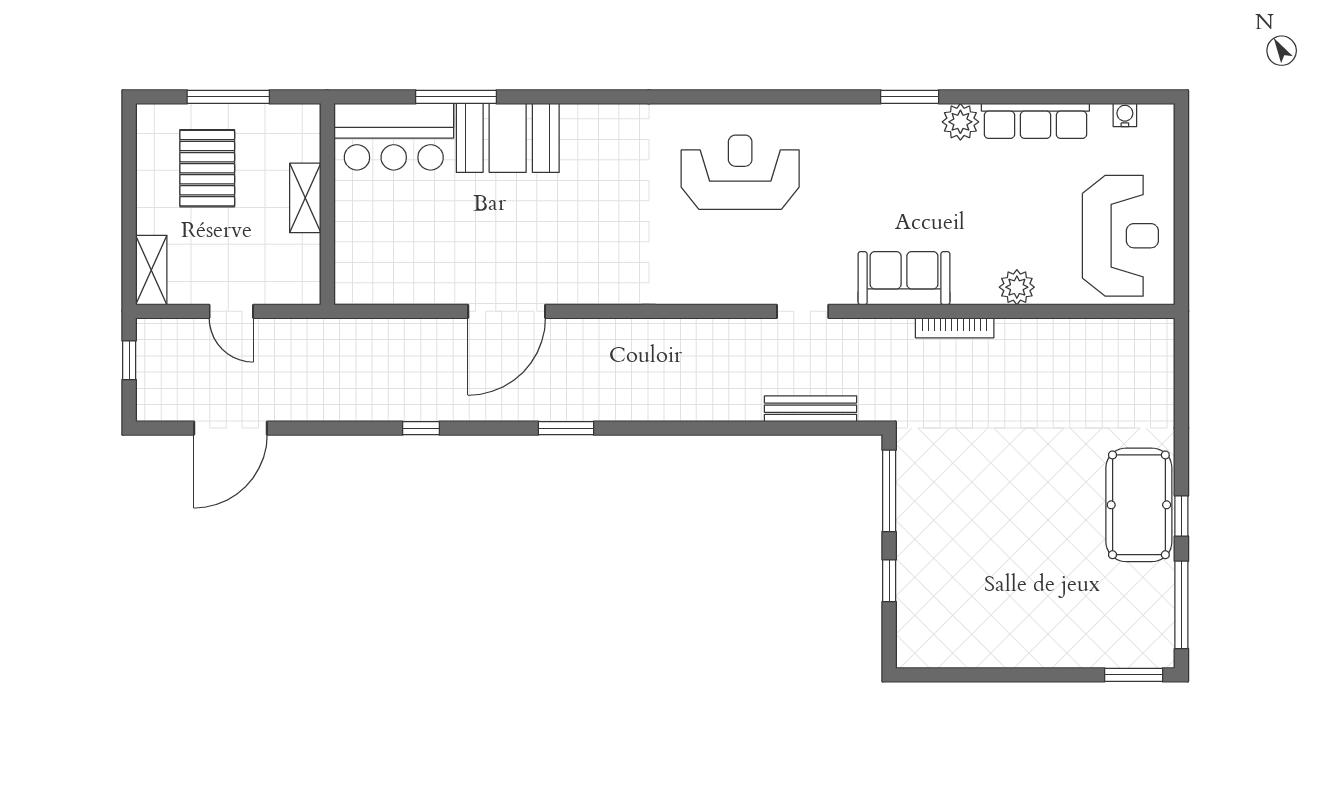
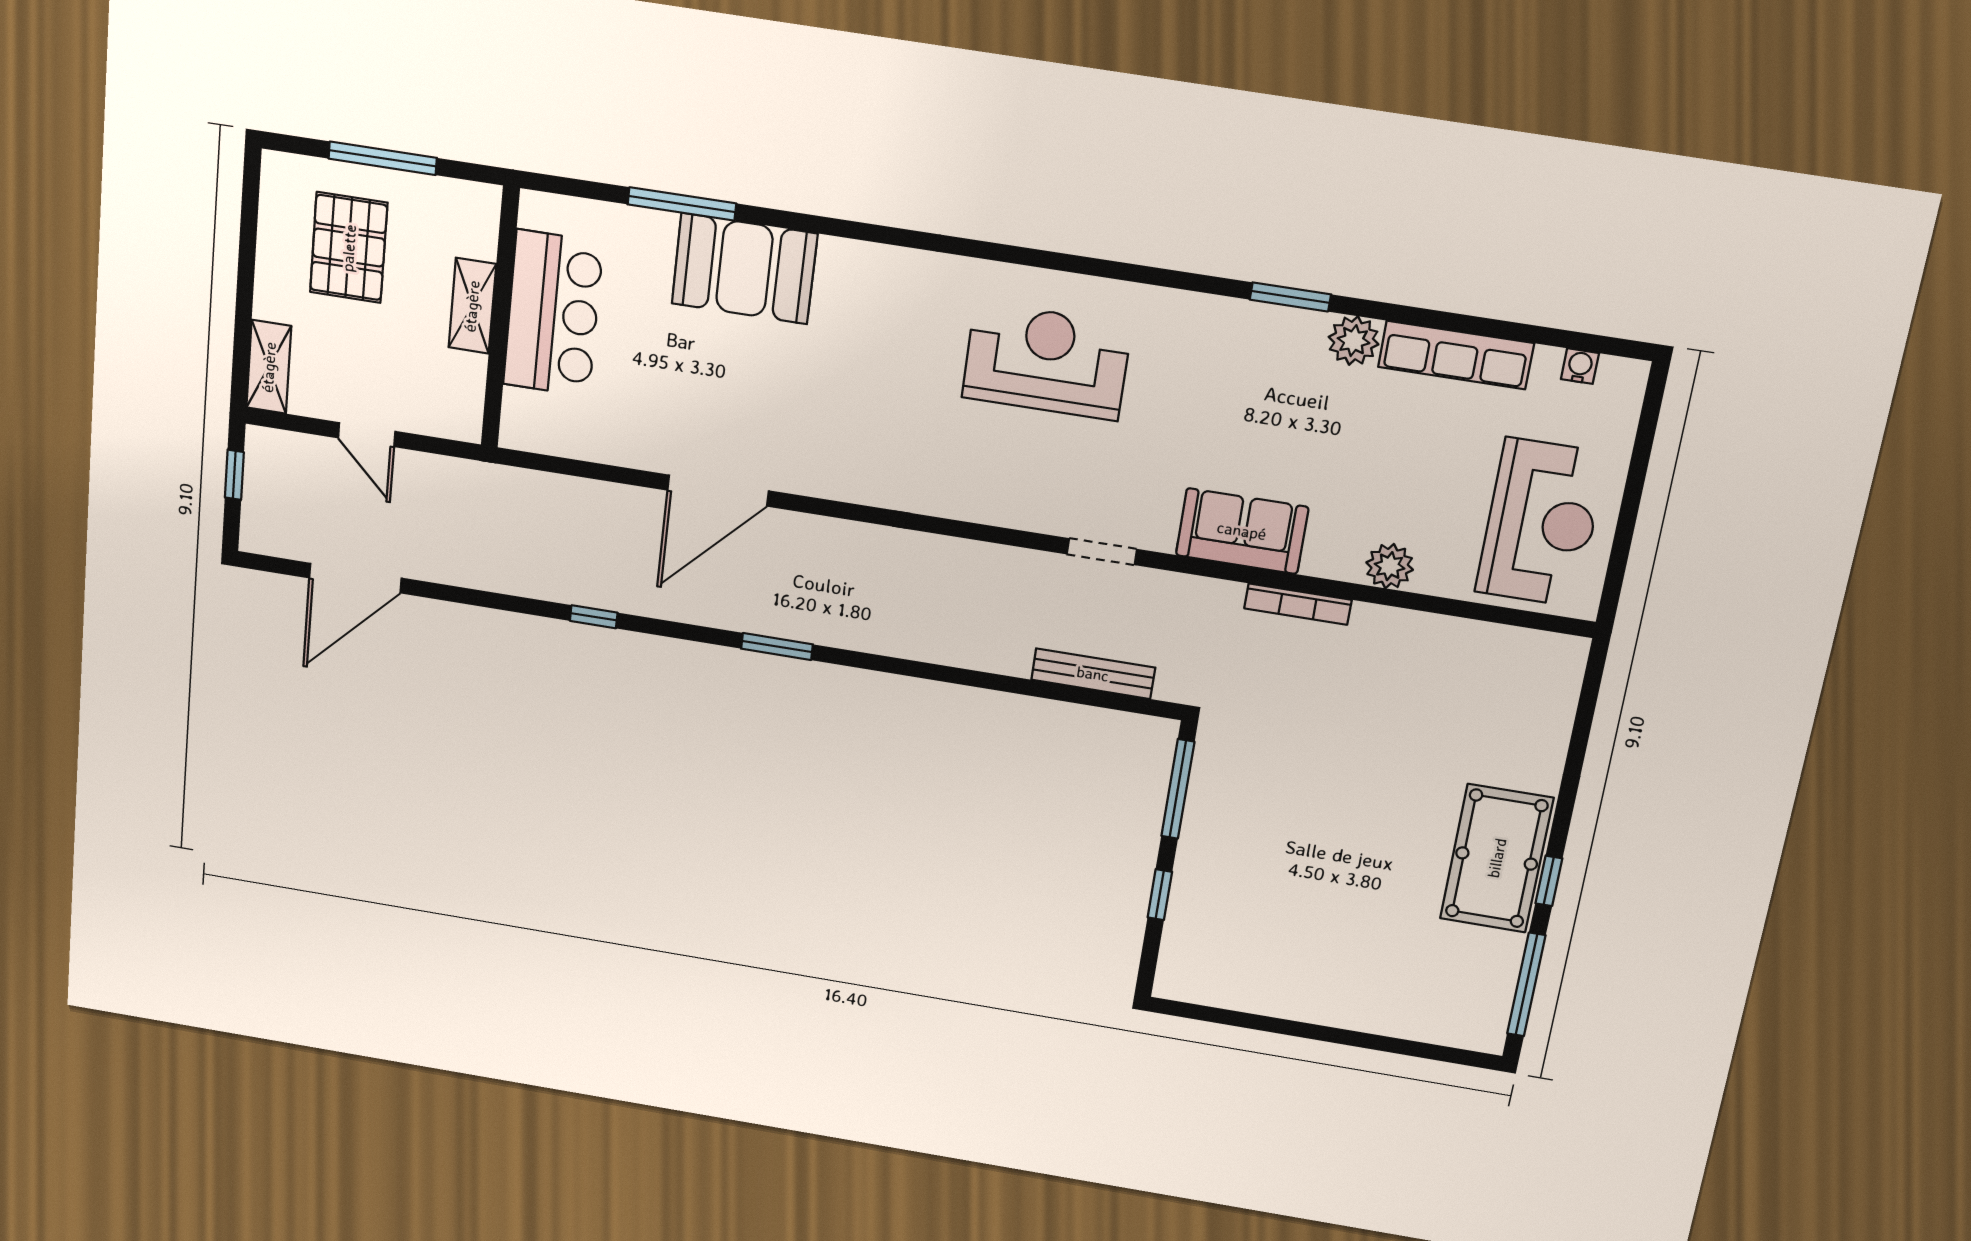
bar counter: (394, 137) -> (553, 314), moved, turned -90
window: (1134, 675) -> (1449, 1055), removed

